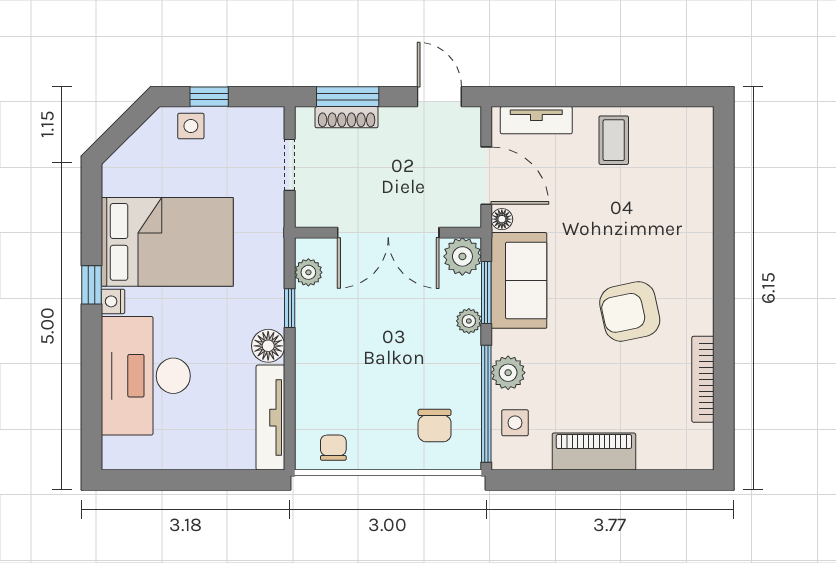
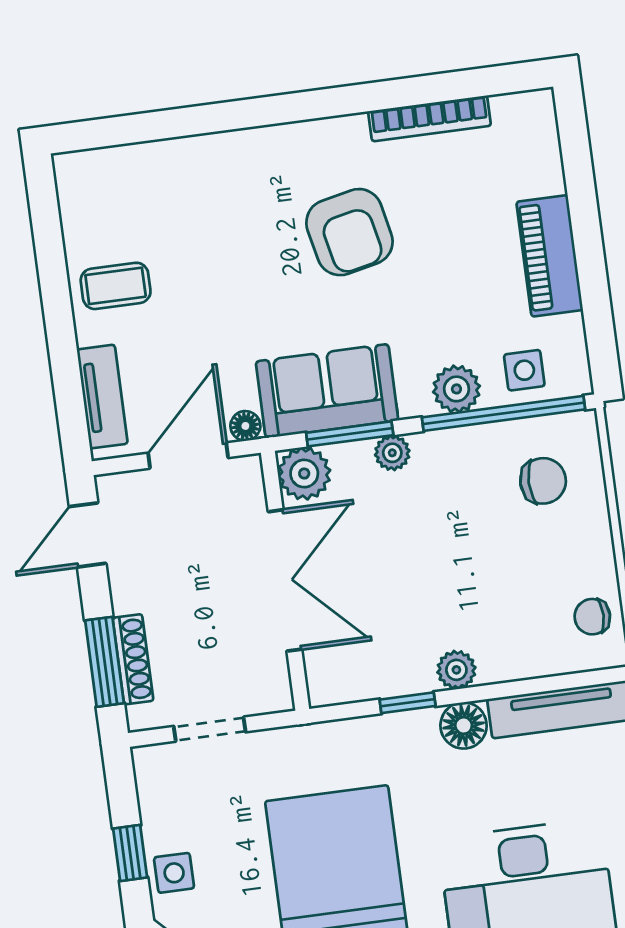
plant: (308, 272) -> (456, 670), moved

